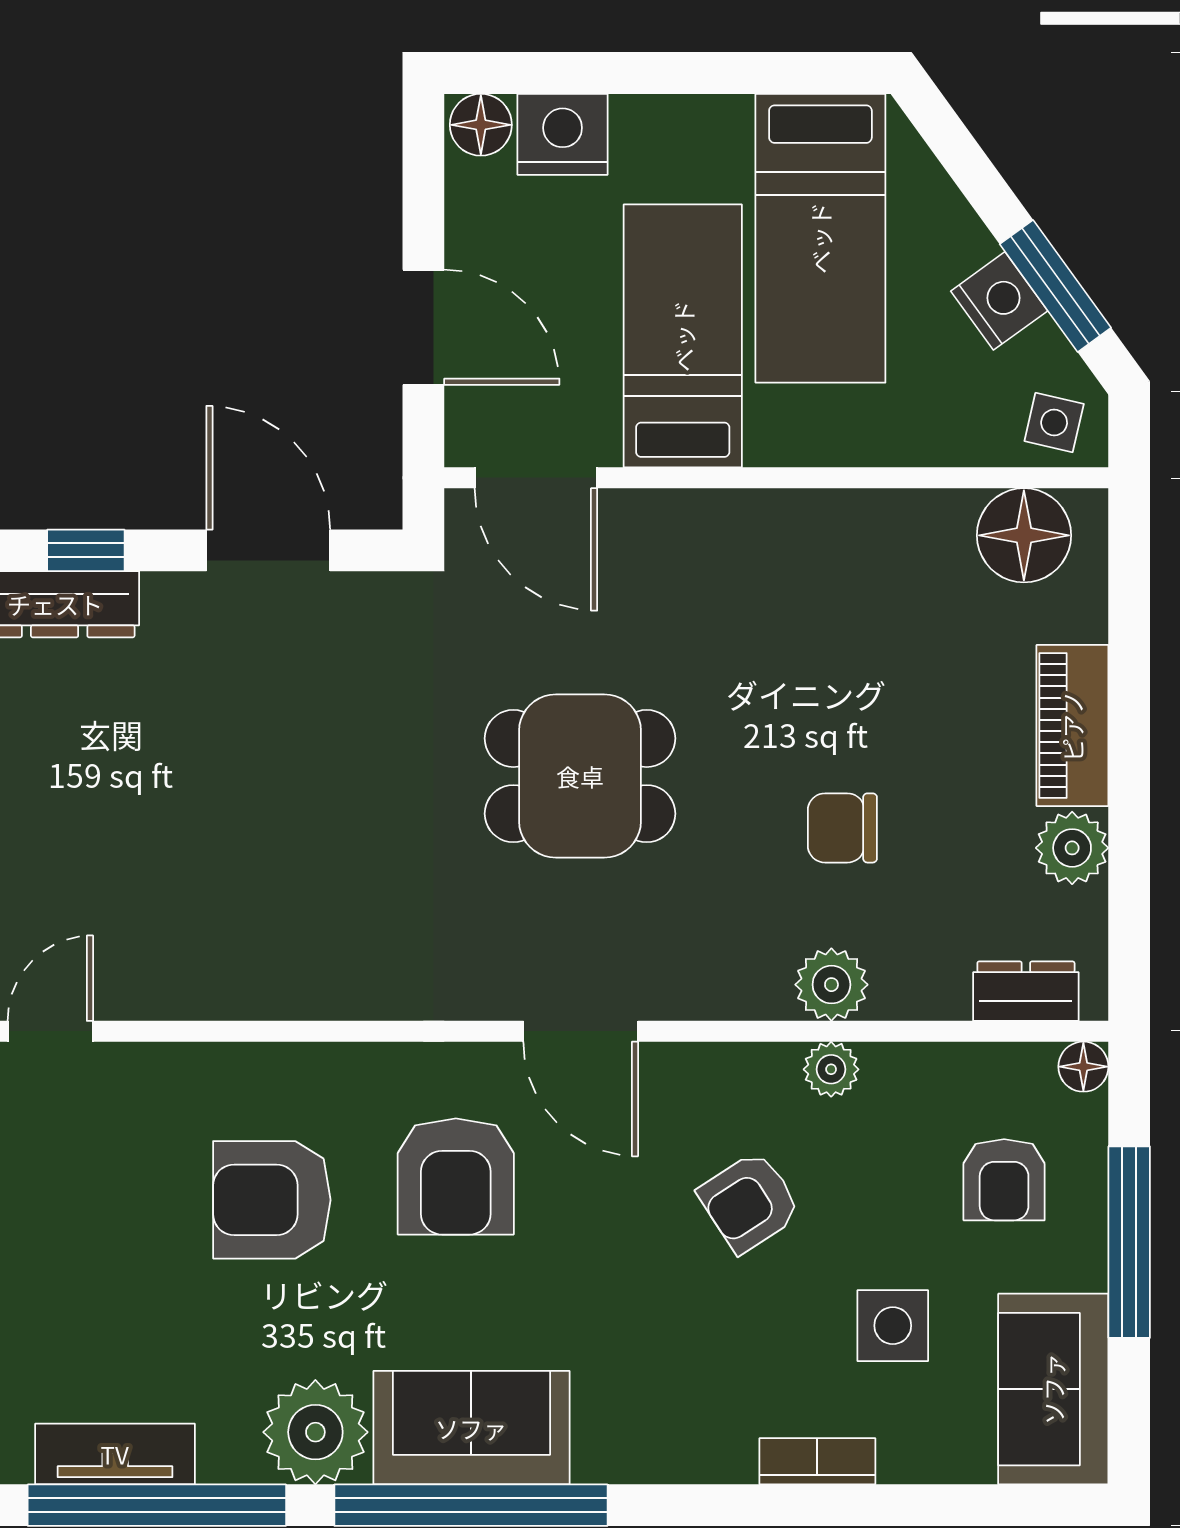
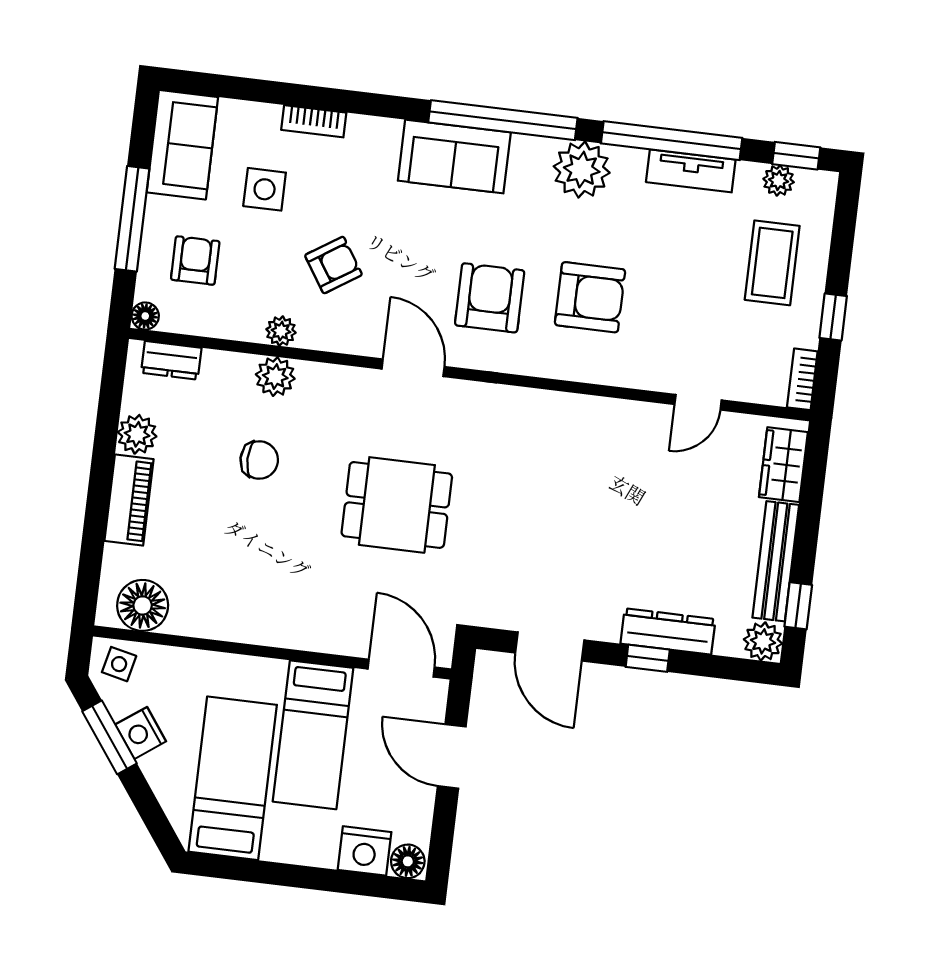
sofa: (471, 1428) -> (454, 157), moved

